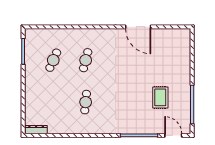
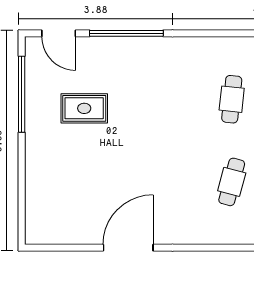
door: (138, 27) -> (128, 248), hinge flipped
rug: (160, 97) -> (84, 108), turned 90

